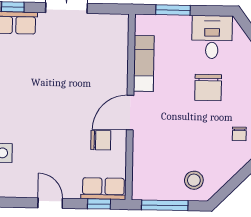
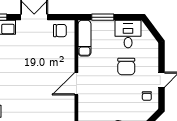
exam couch: (144, 63) -> (85, 38), moved
chair: (101, 140) -> (60, 31), moved

